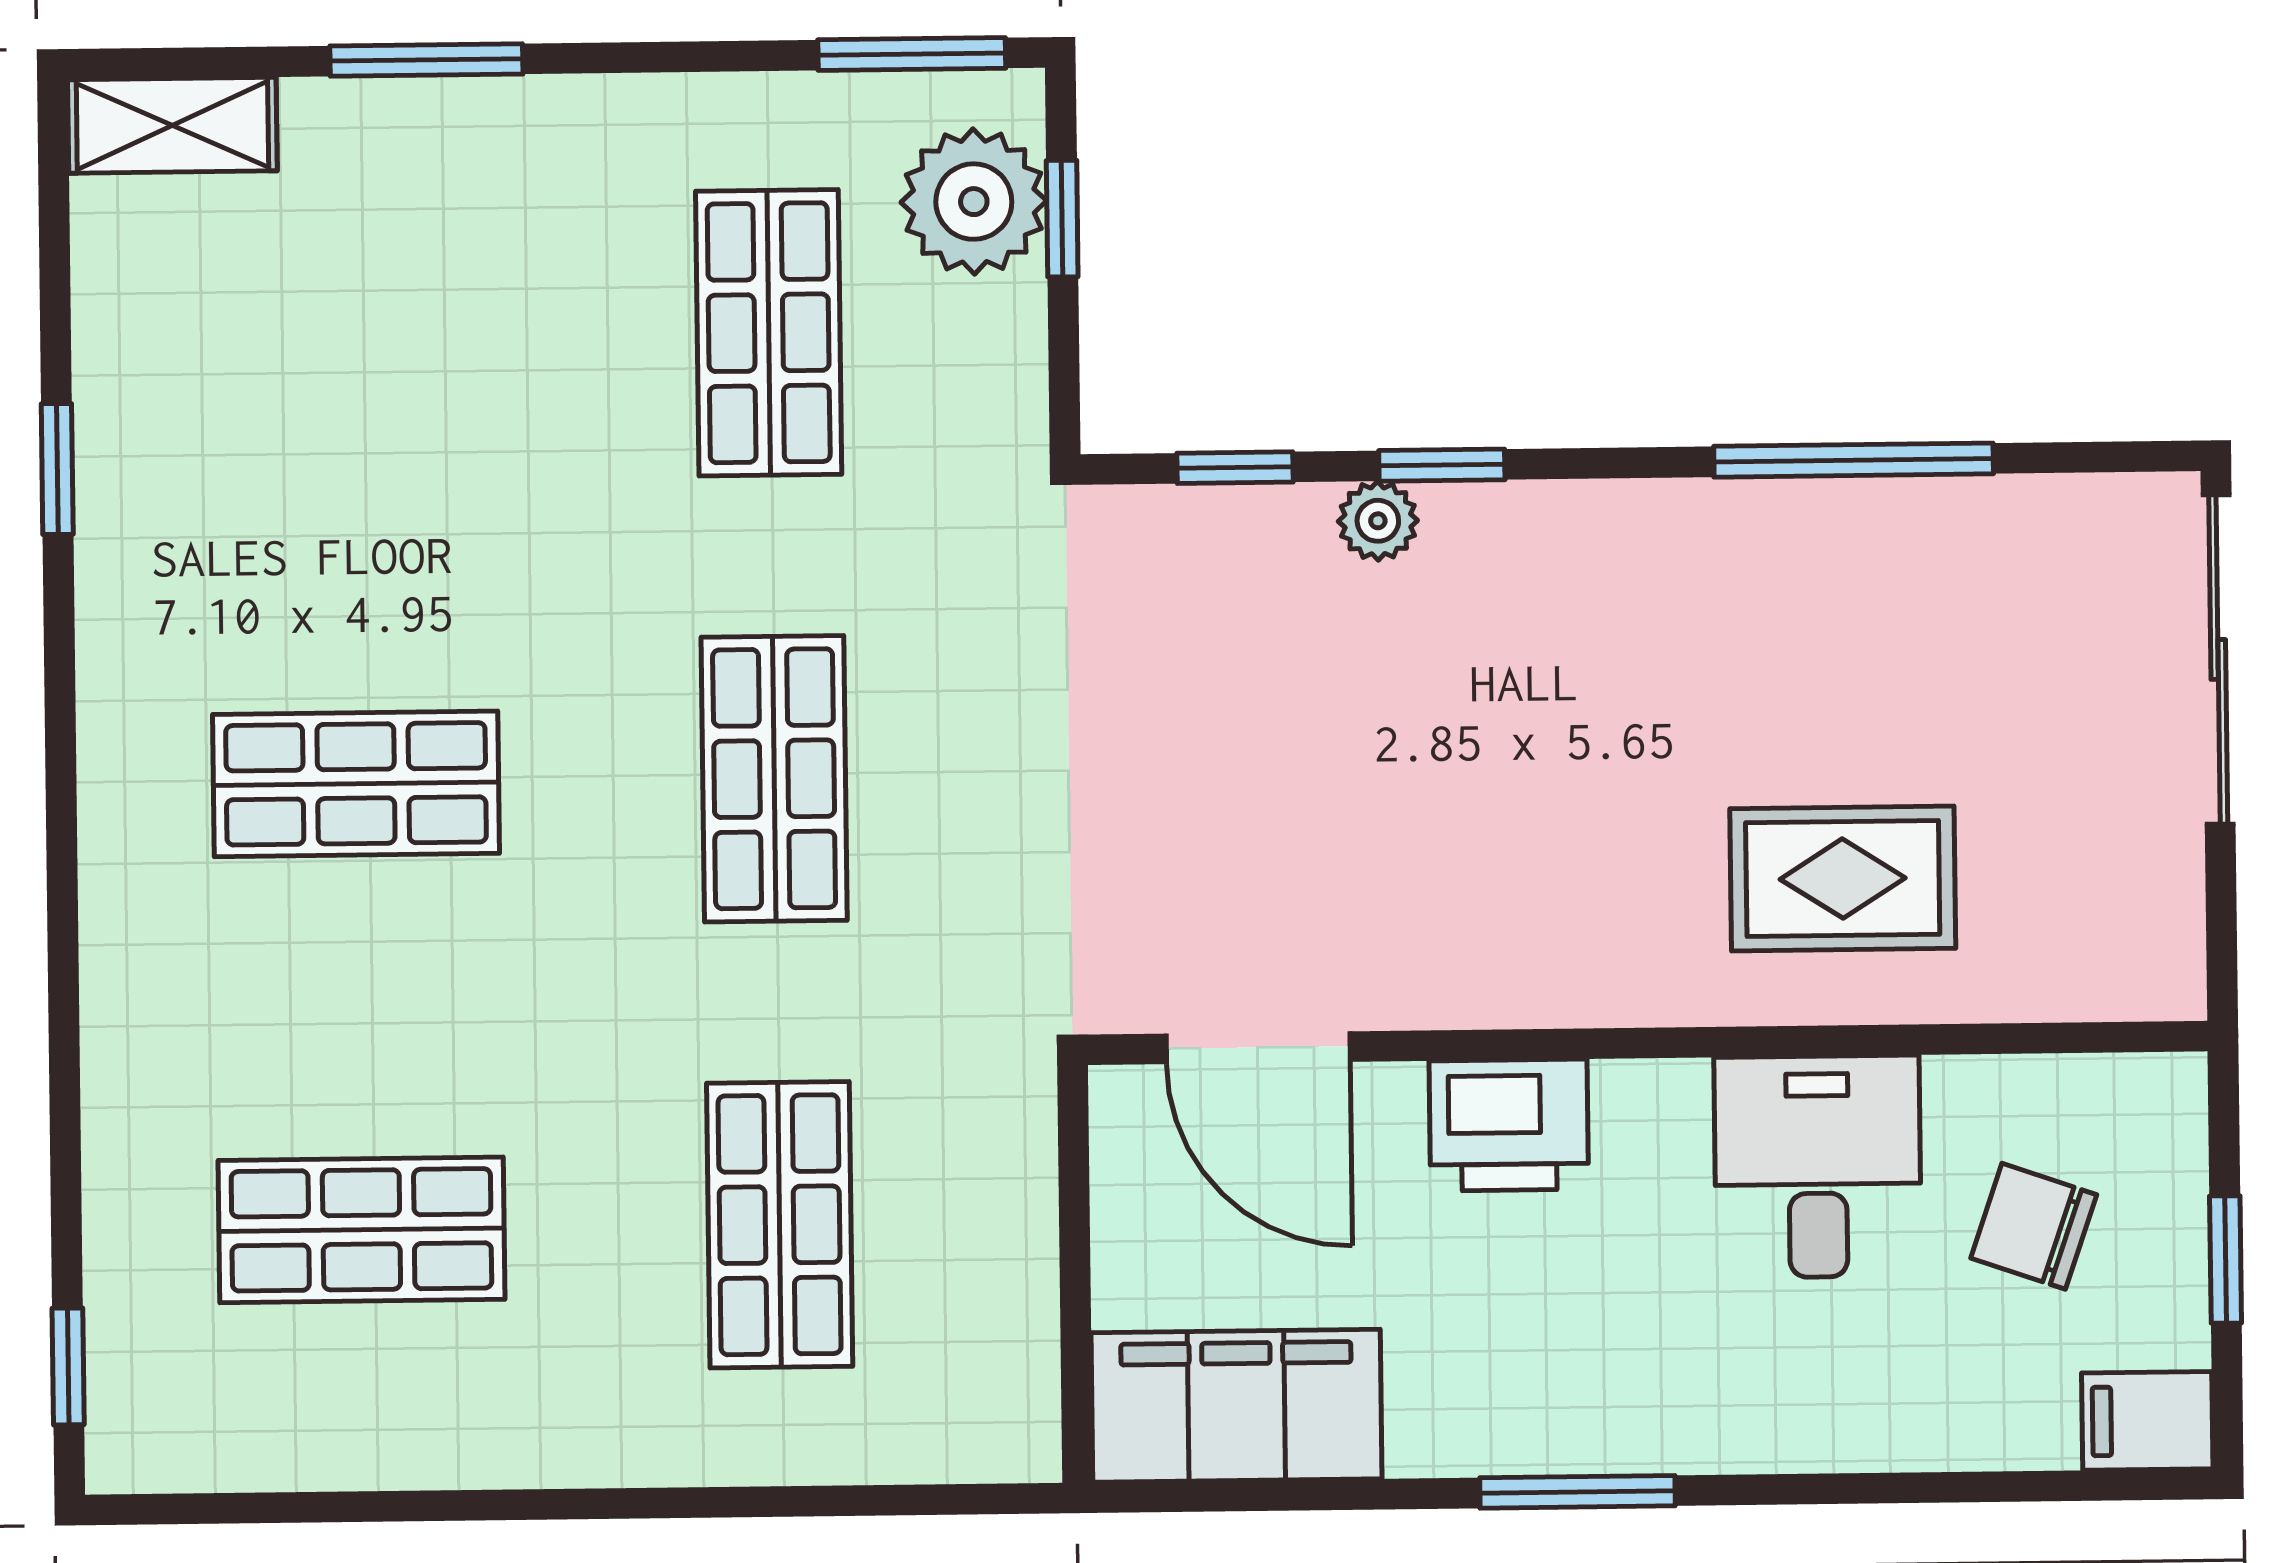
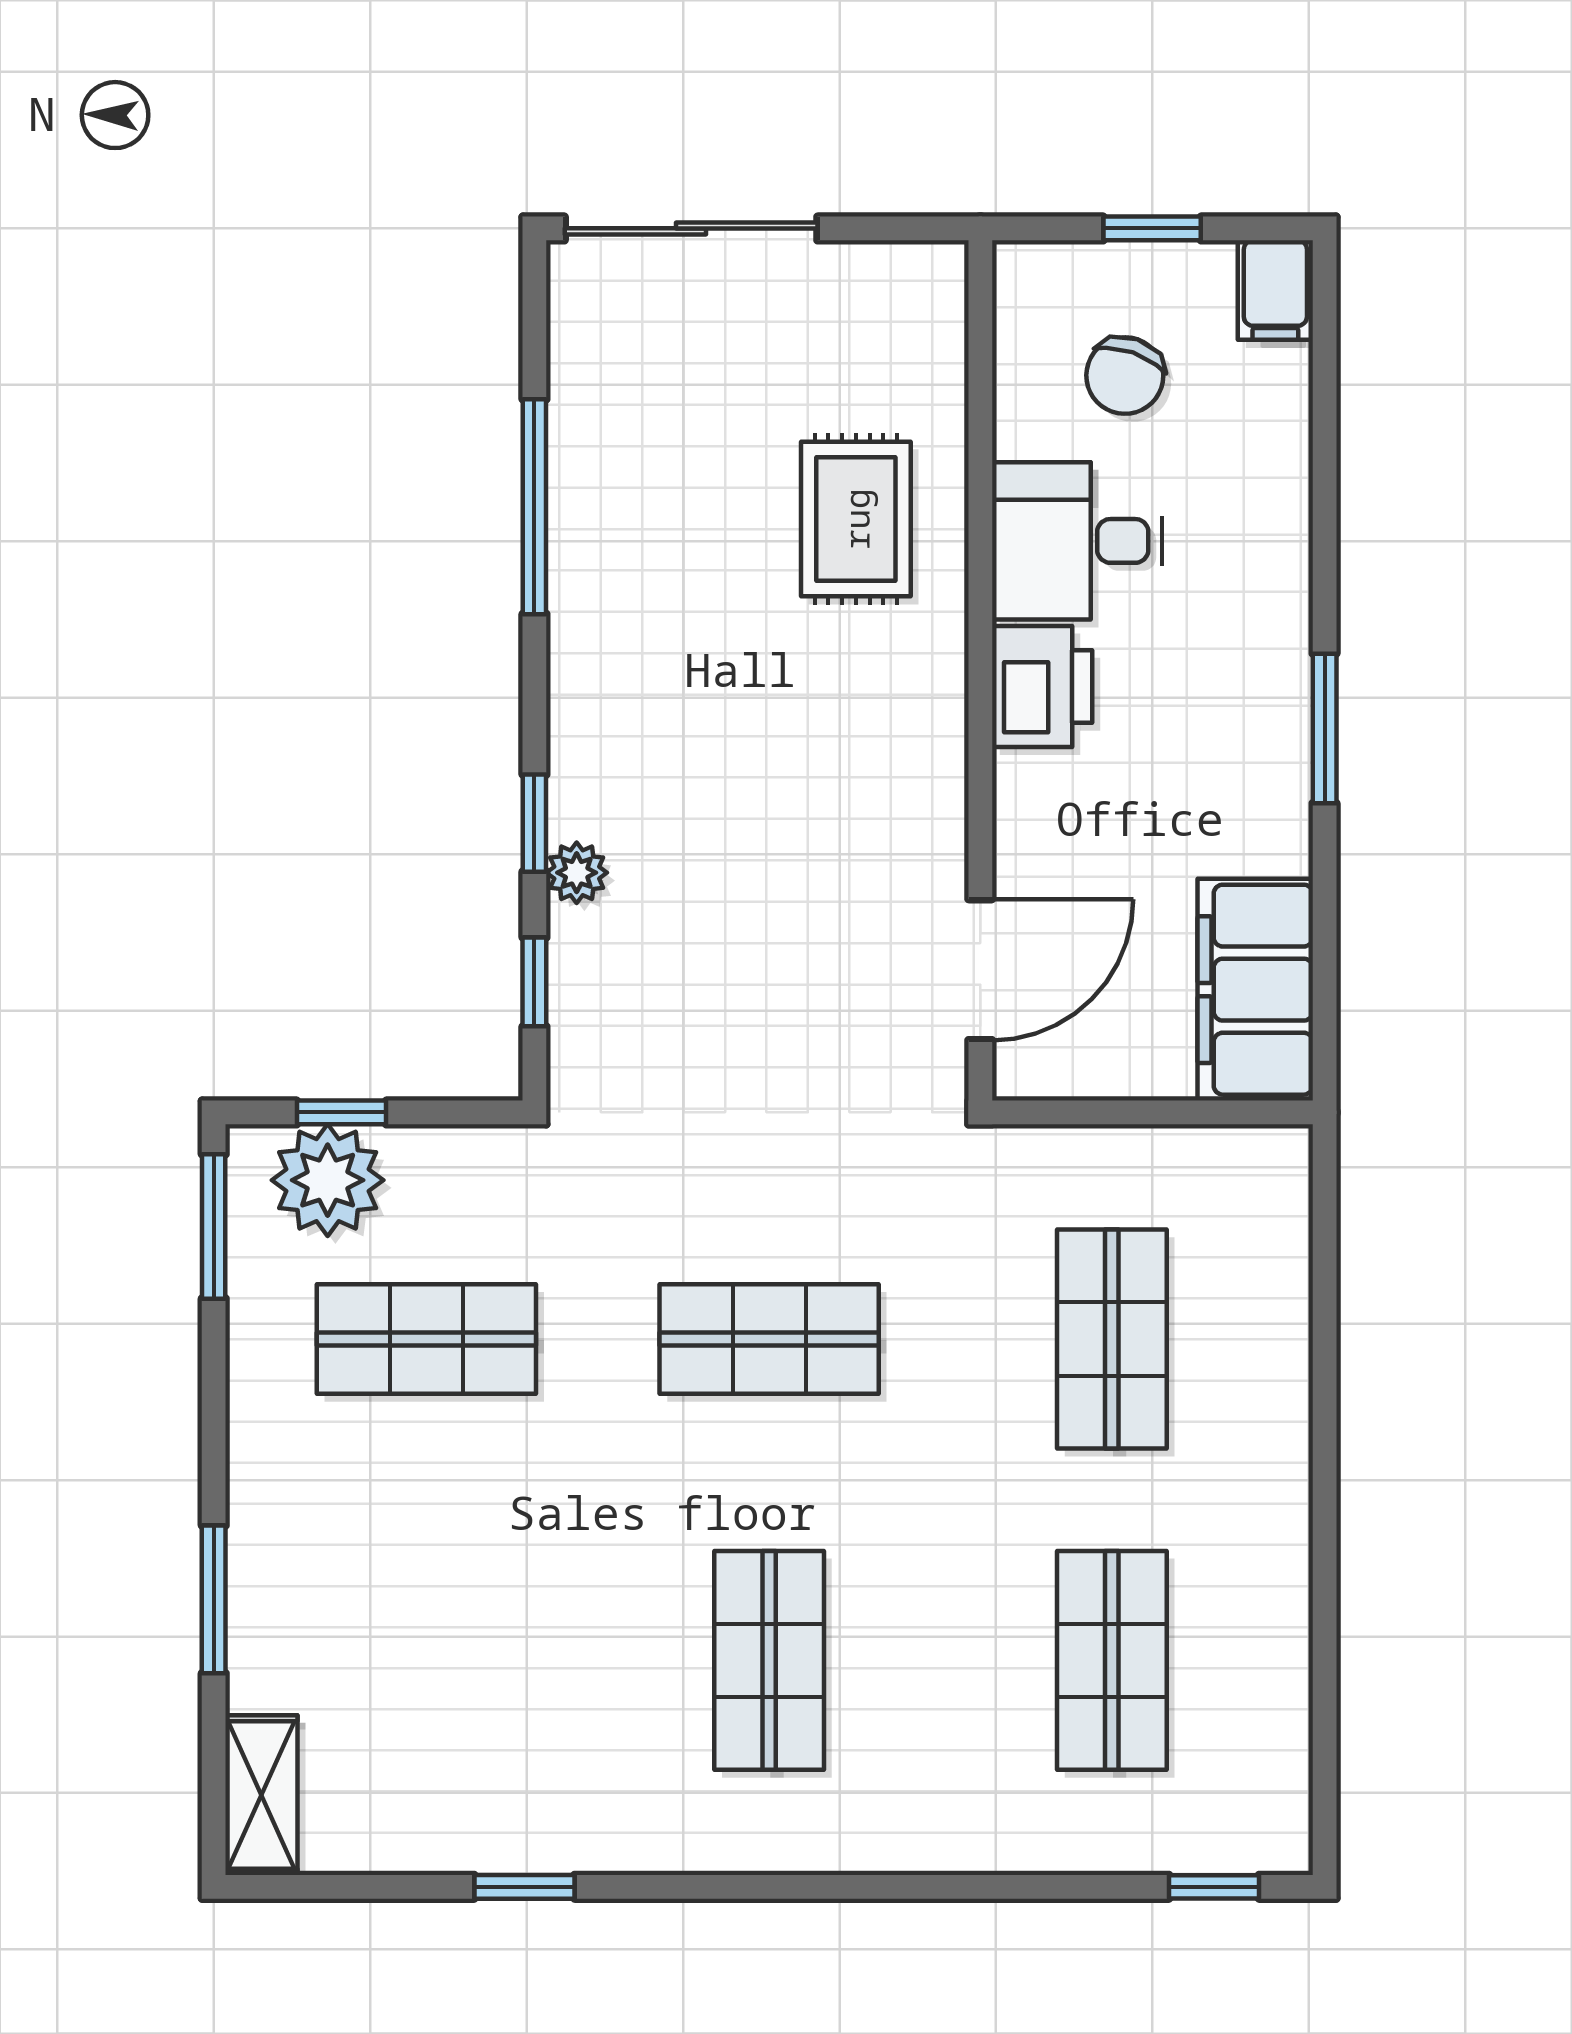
printer: (1509, 1125) -> (1042, 686), moved
shop shelf: (780, 1225) -> (1112, 1339), turned 90

